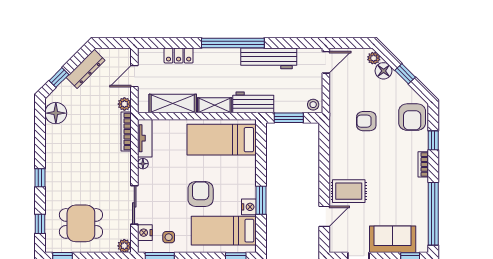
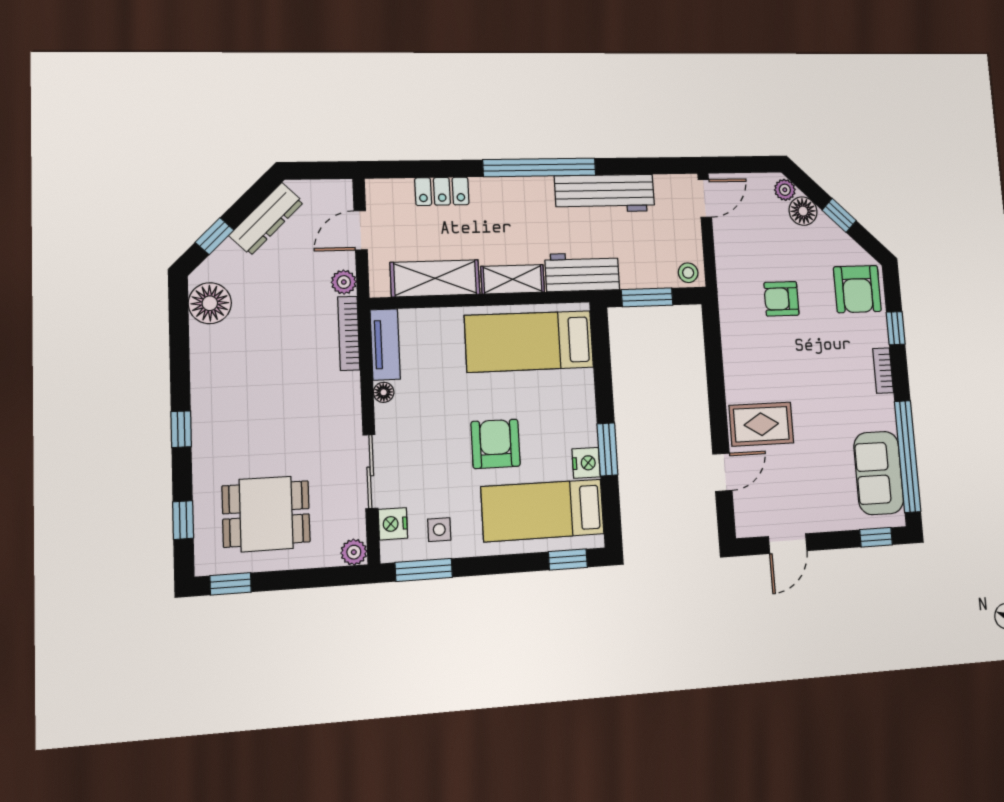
sofa: (393, 239) -> (879, 473), moved, turned -90

